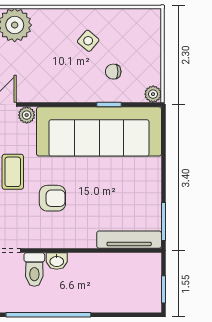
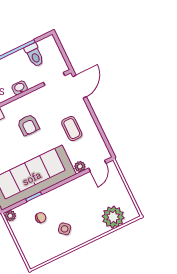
armchair: (52, 198) -> (28, 125), moved, turned -90
toilet: (34, 269) -> (34, 55), moved, turned 180

